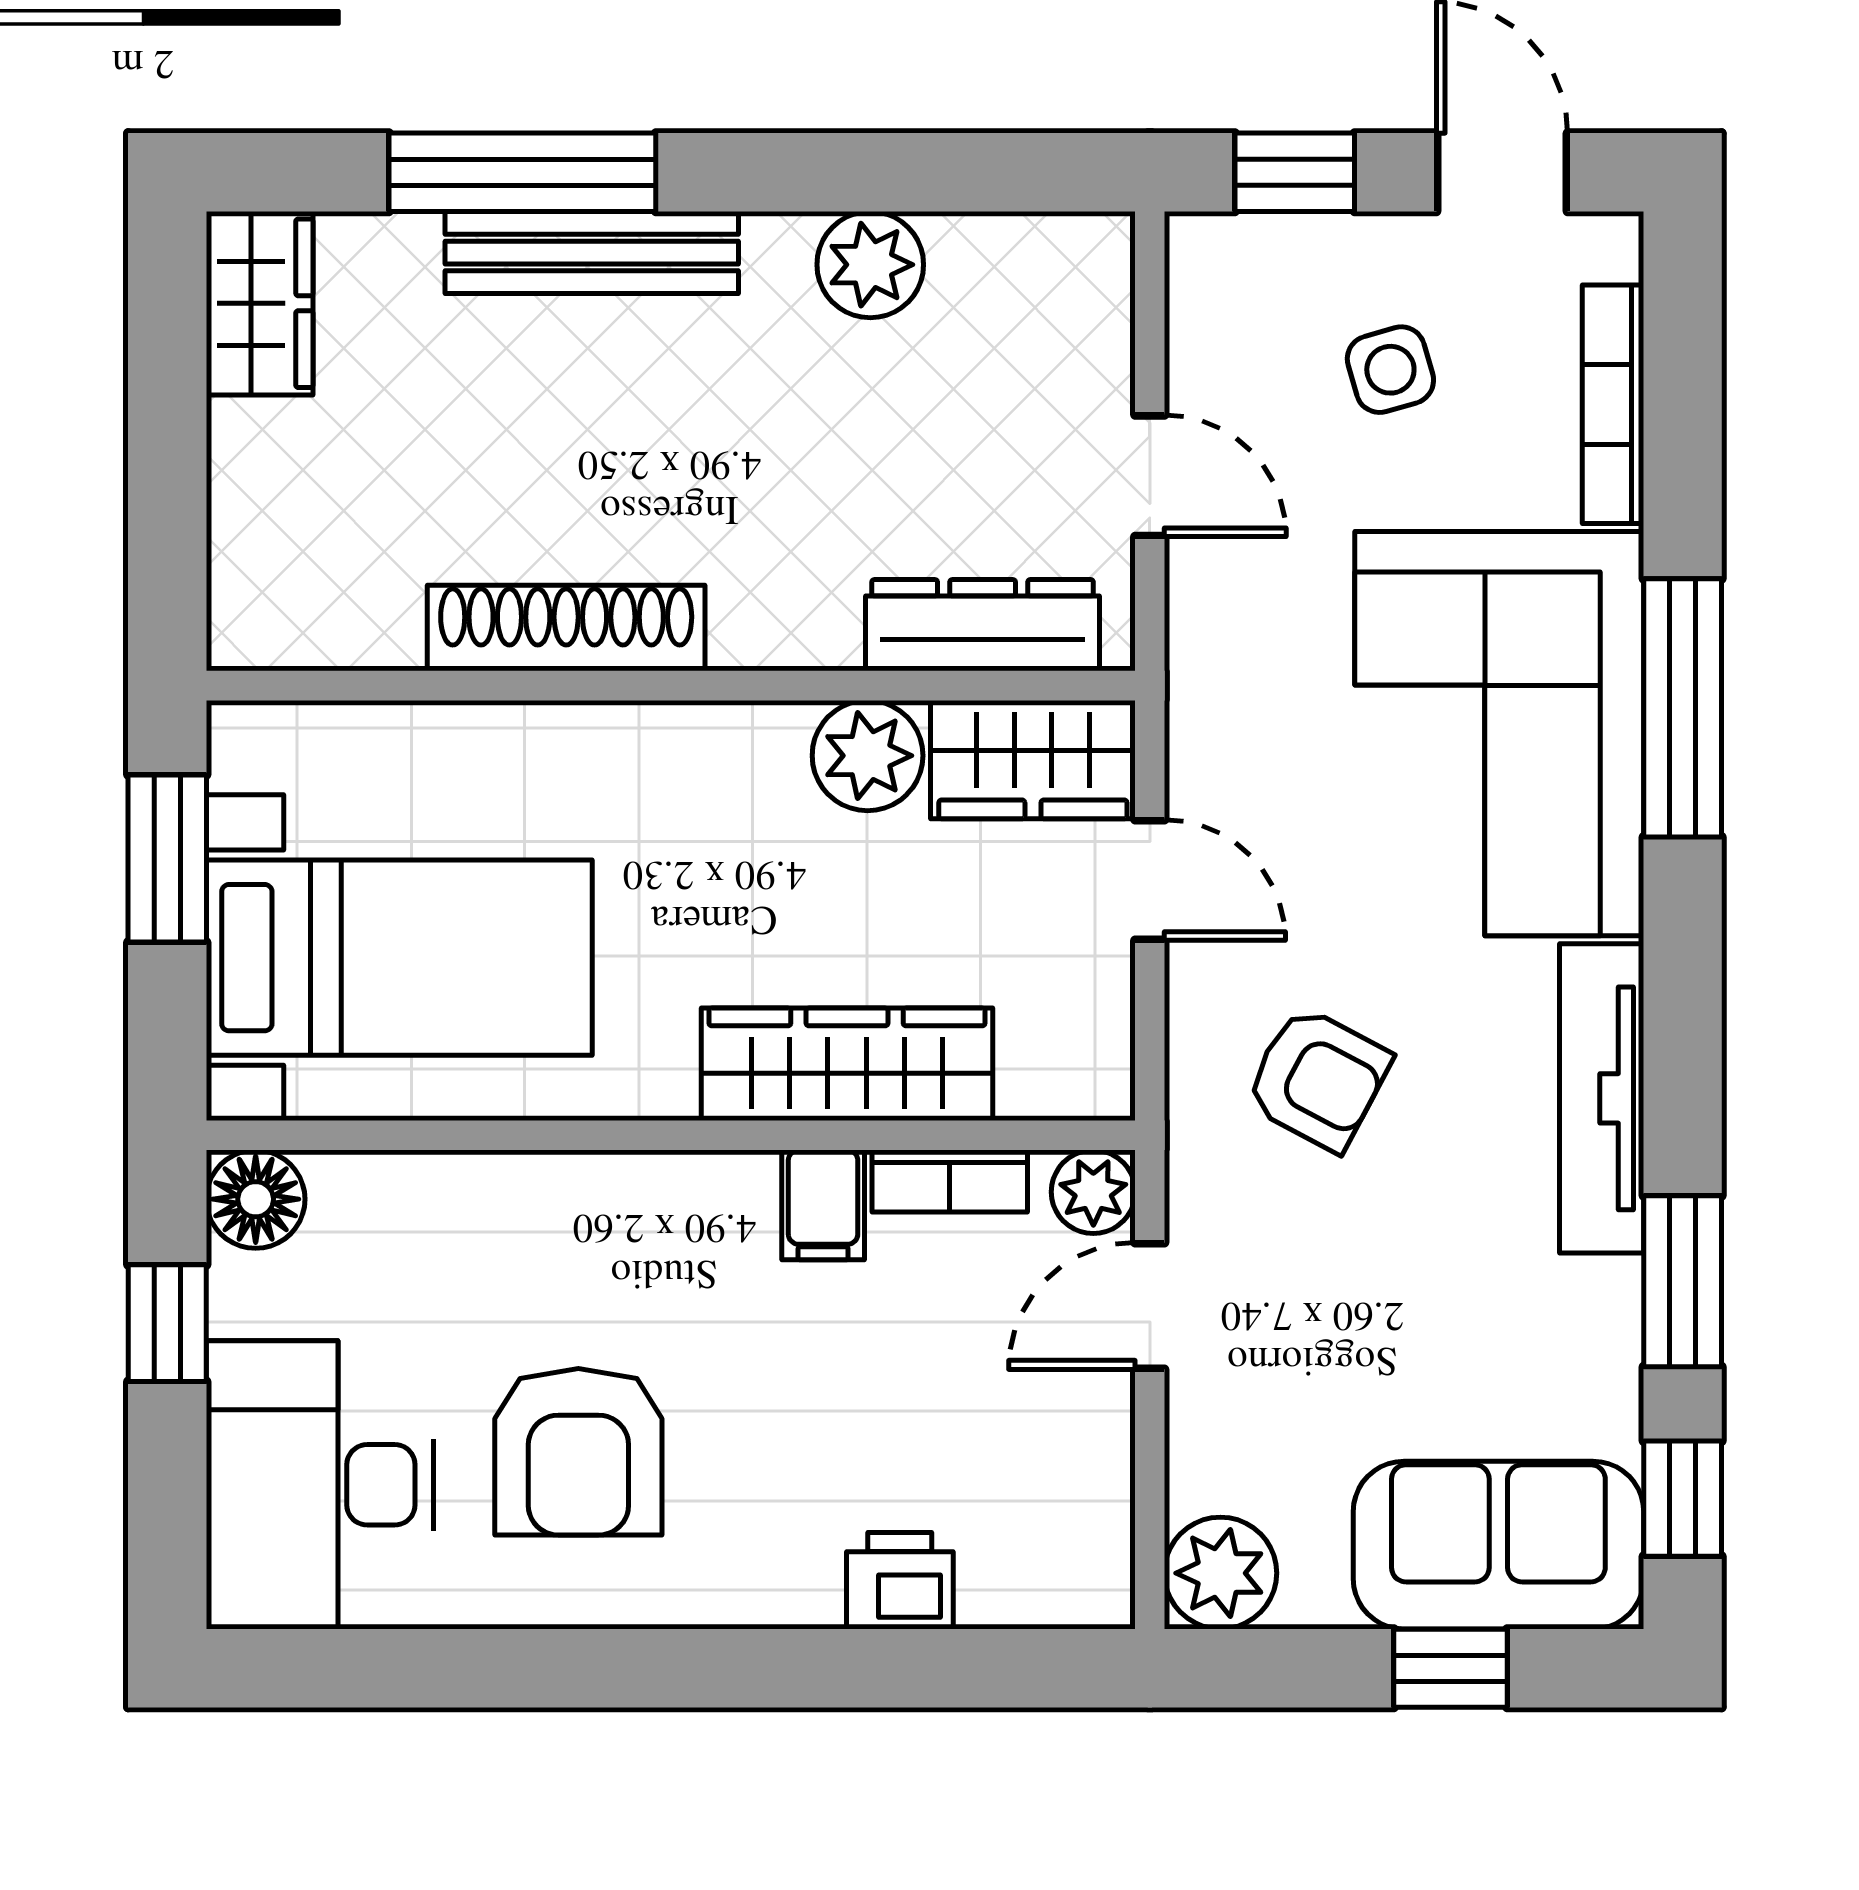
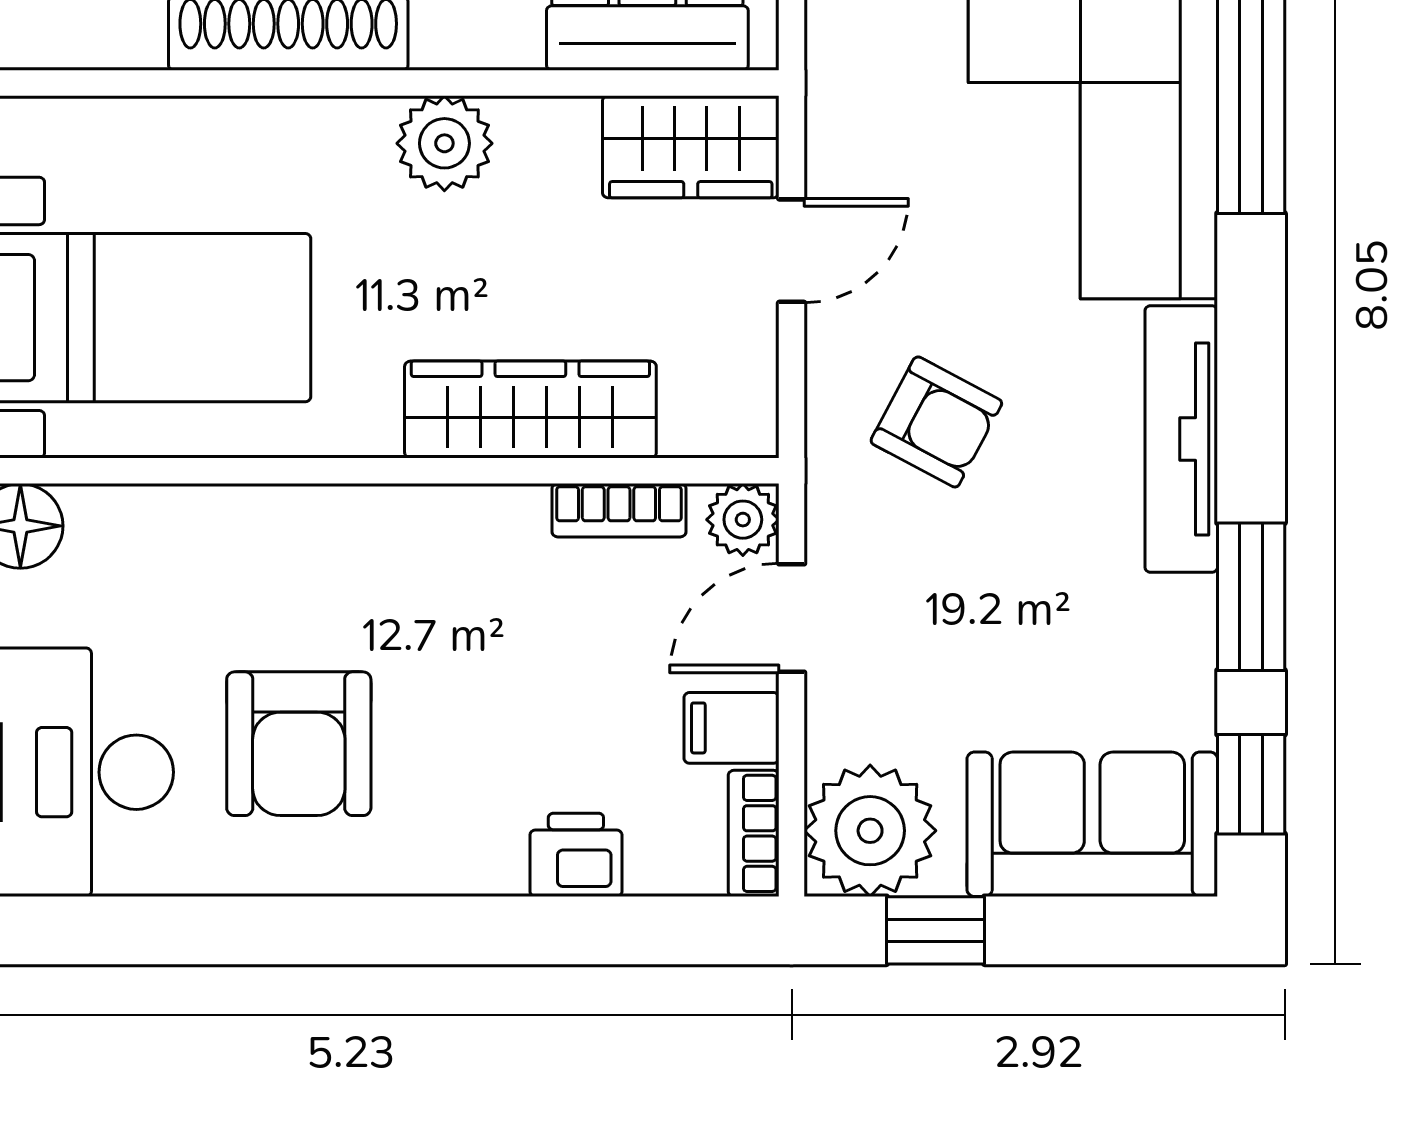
plant: (868, 756) -> (444, 143), moved
door: (1150, 880) -> (792, 251), hinge flipped
filing cabinet: (823, 1205) -> (732, 728), moved, turned 90
bookcase: (1106, 1556) -> (754, 833), added
plant: (1220, 1573) -> (870, 831), width x1.36, depth x1.36
window: (1450, 1668) -> (936, 930), moved

